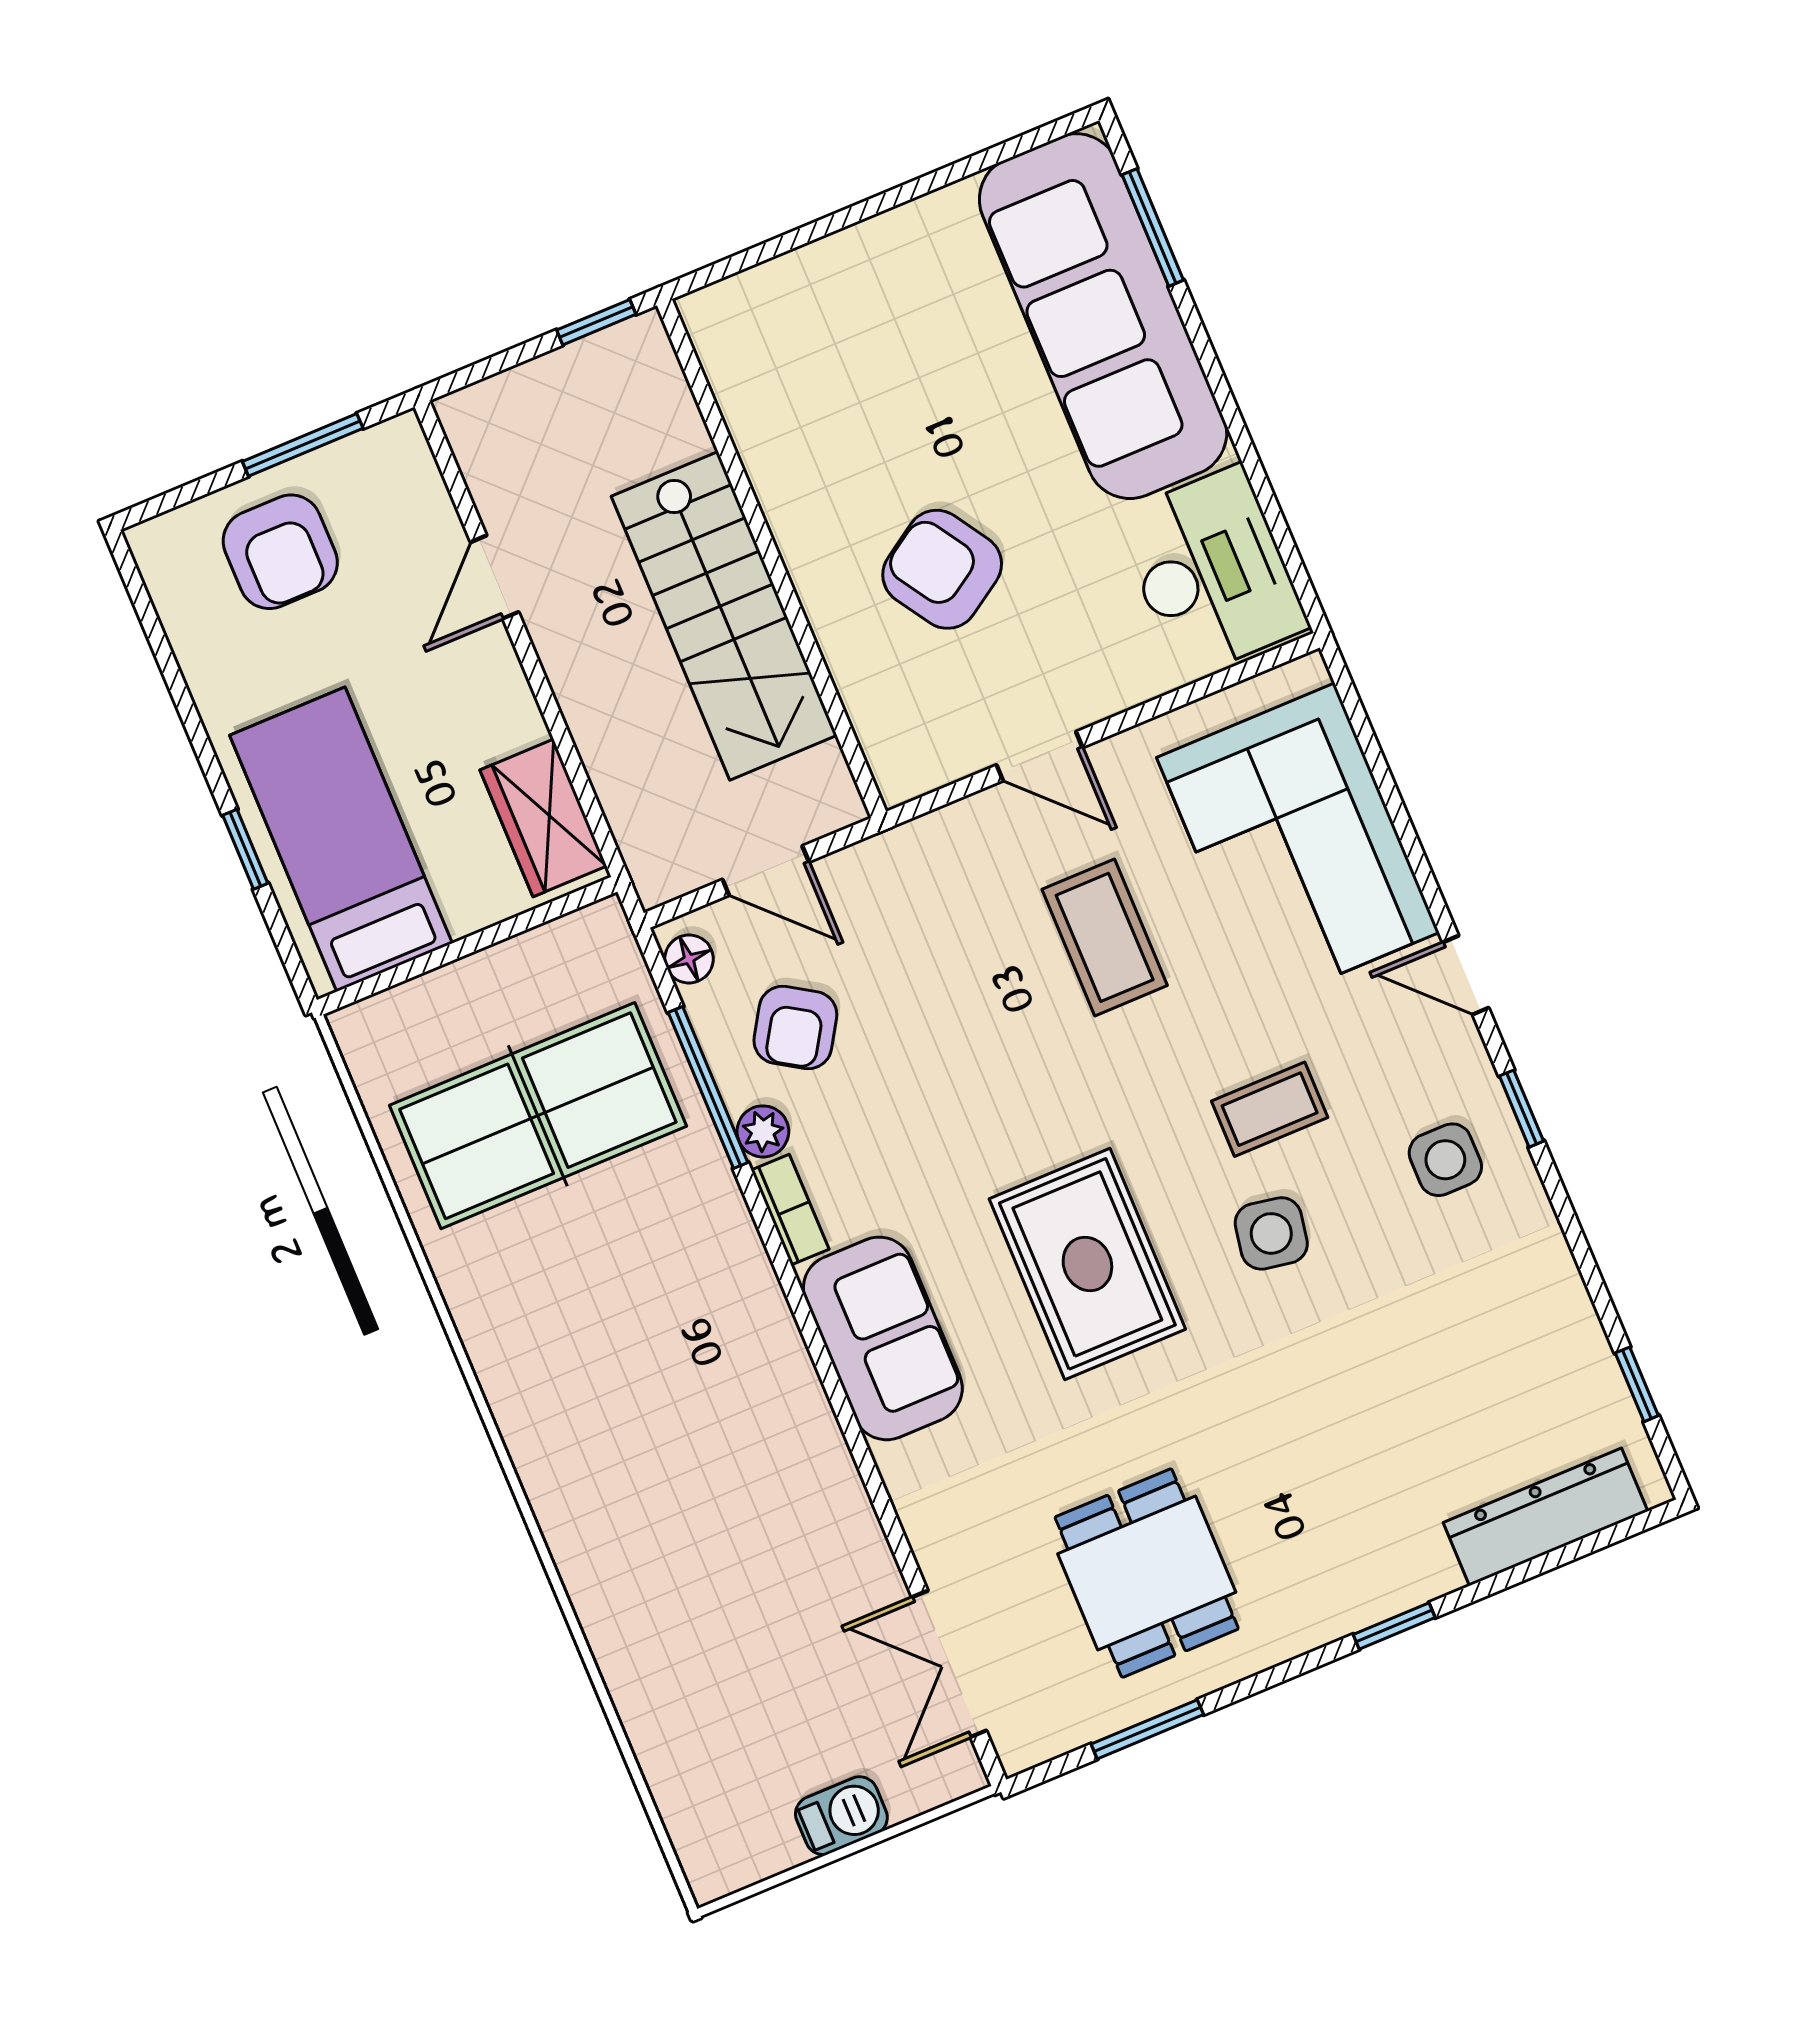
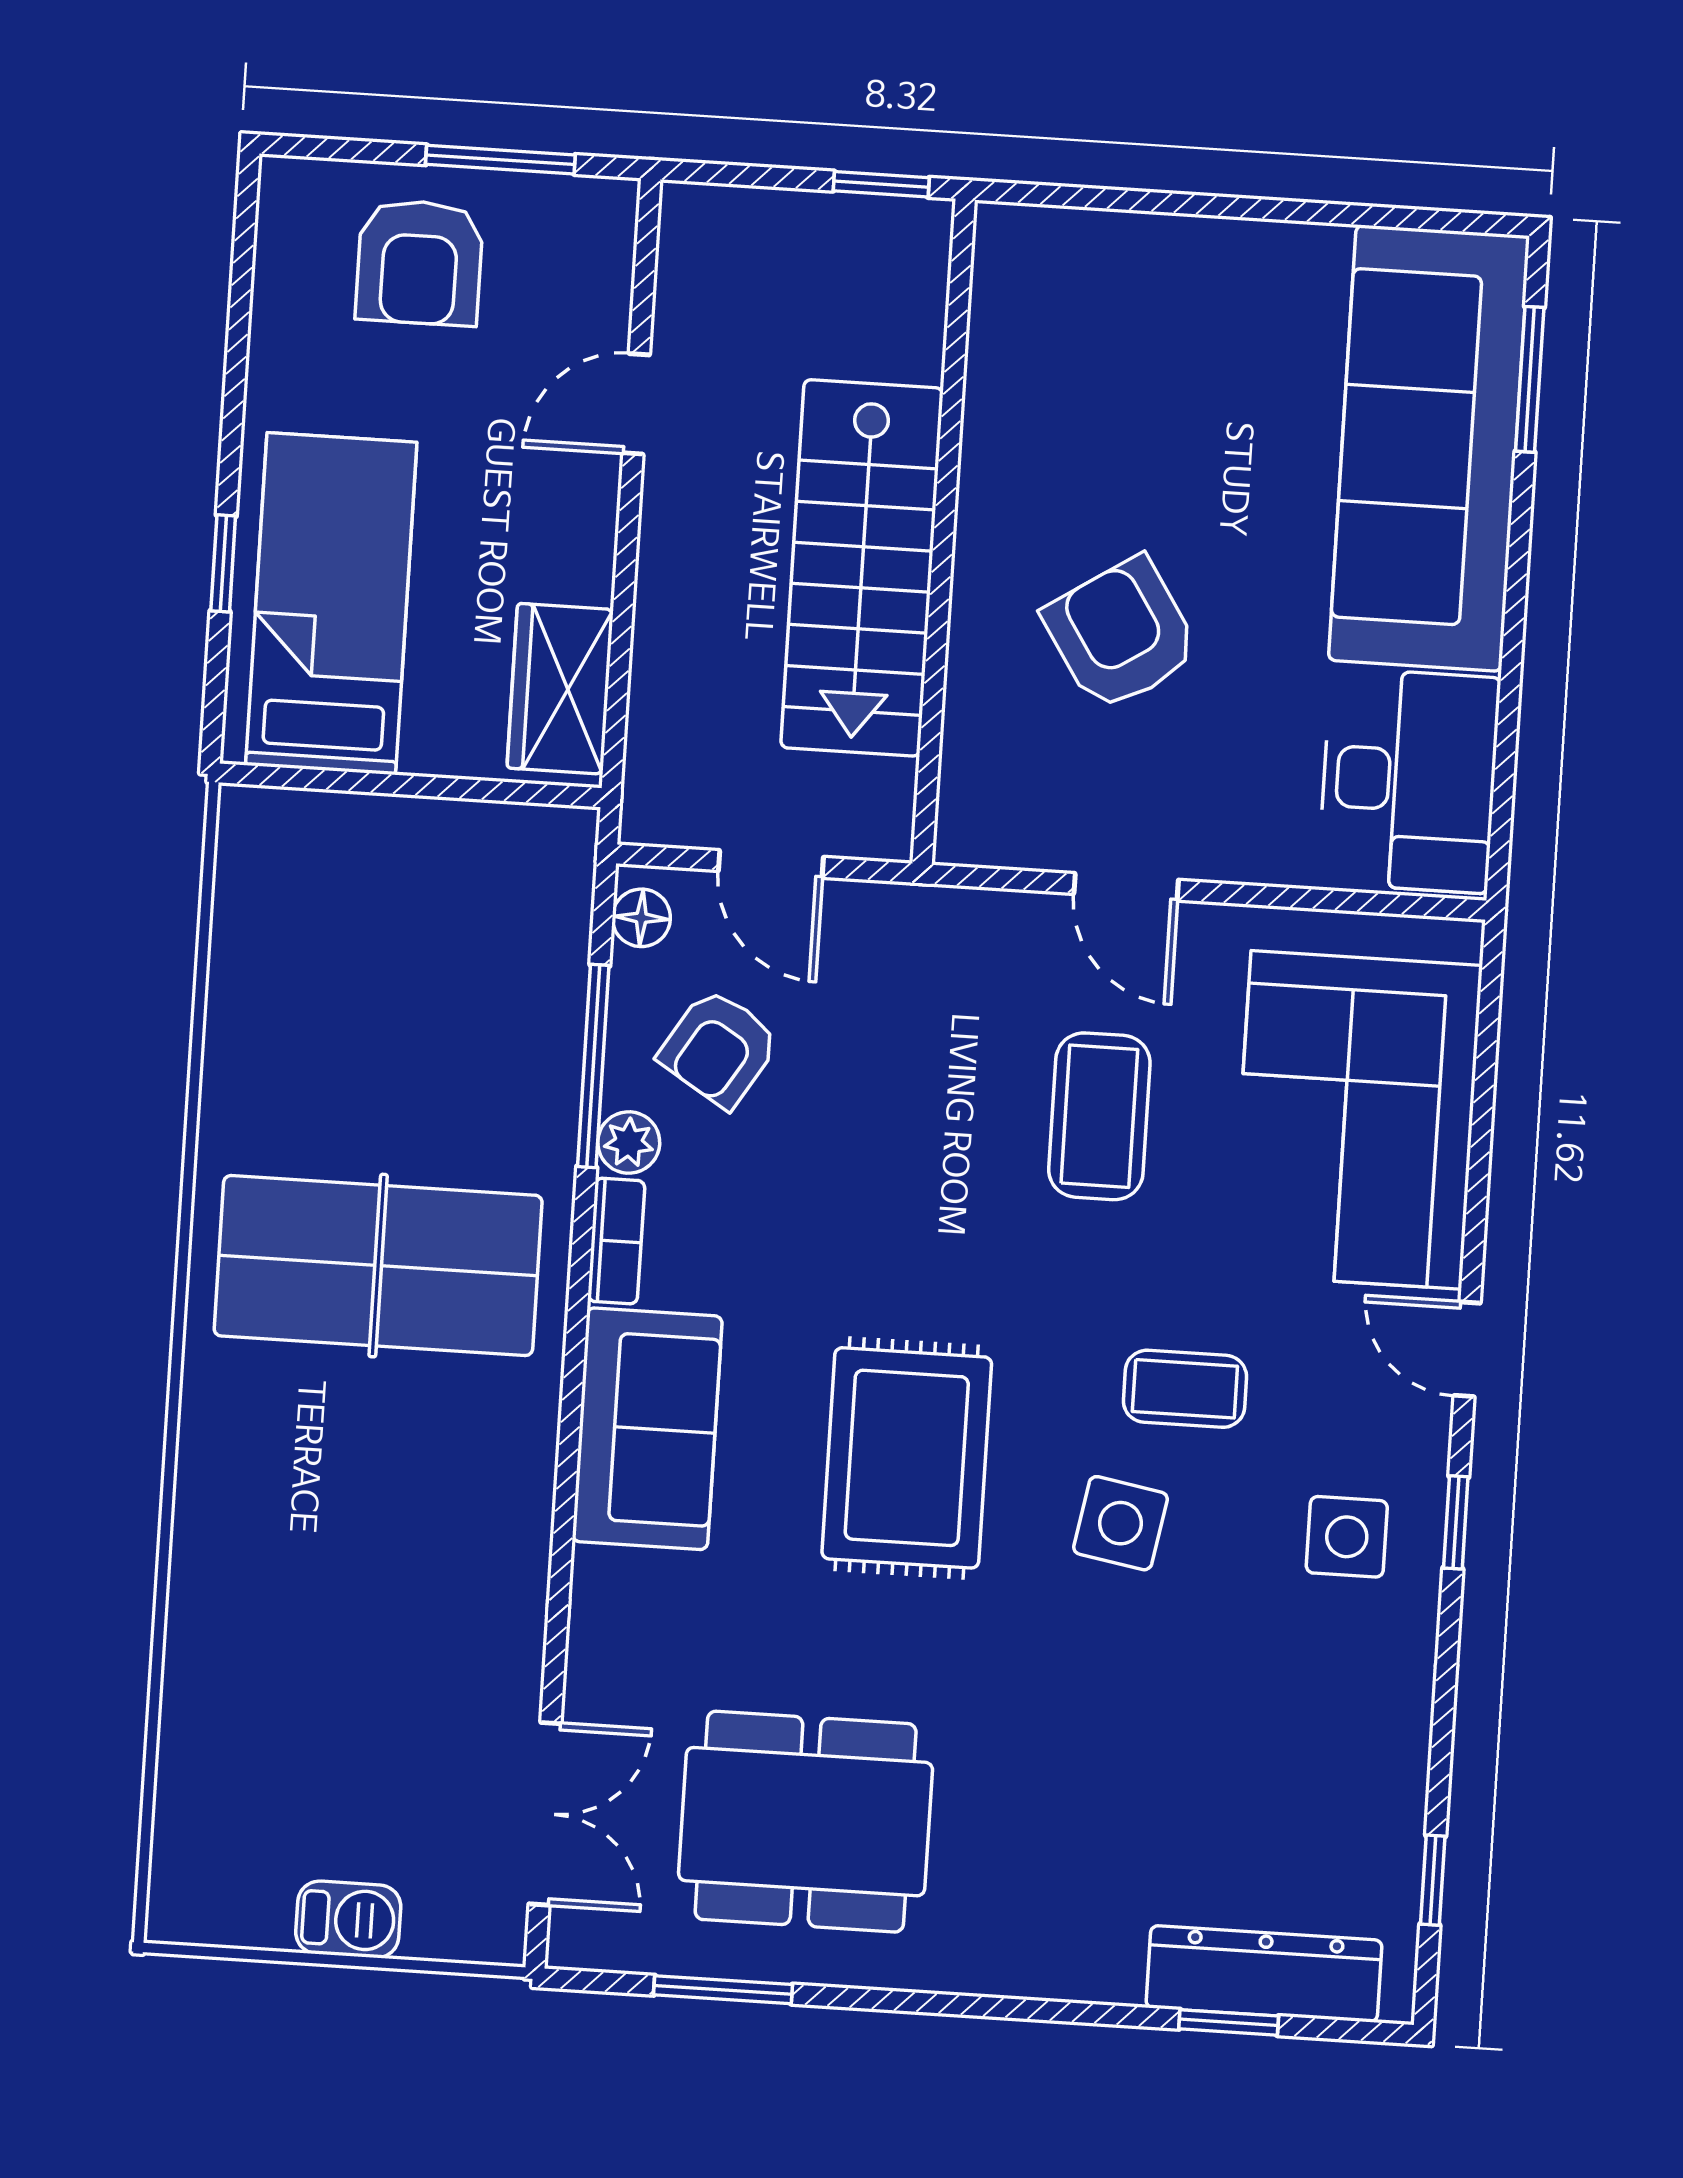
table tennis table: (538, 1116) -> (378, 1266), moved
dining table: (1147, 1573) -> (806, 1822), width x1.38
window: (1394, 1626) -> (1229, 2022), moved
double door: (949, 1664) -> (545, 1814), swing flipped

